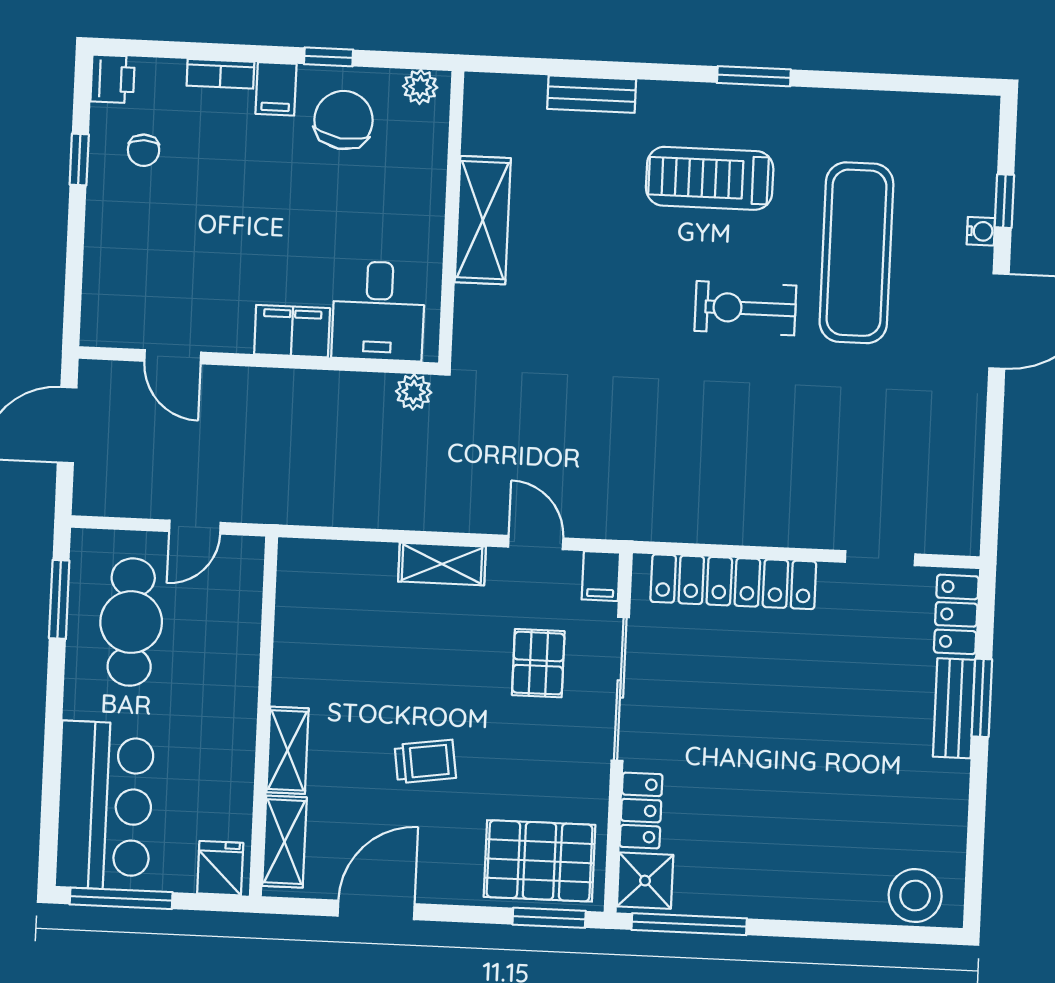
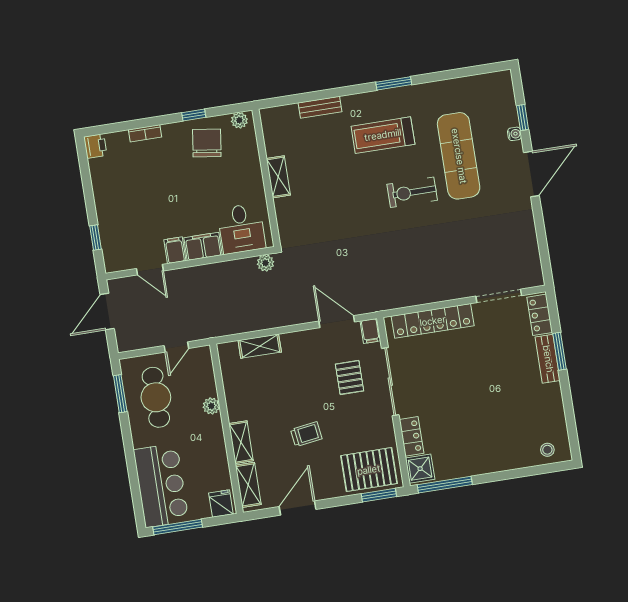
filing cabinet: (276, 89) -> (175, 250), moved, turned 180
chair: (144, 150) -> (116, 176), removed
window: (79, 159) -> (95, 238), moved
shelving: (483, 220) -> (278, 177), width x0.67, depth x0.75
door: (536, 543) -> (337, 322), width x1.38
doorway: (880, 558) -> (499, 296), width x1.38
shelving: (442, 564) -> (260, 346), moved
plant: (242, 664) -> (211, 406), added
stool: (915, 896) -> (547, 450), width x0.53, depth x0.53

